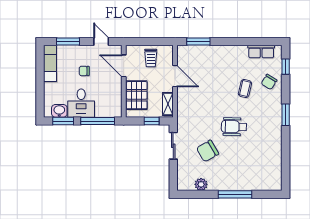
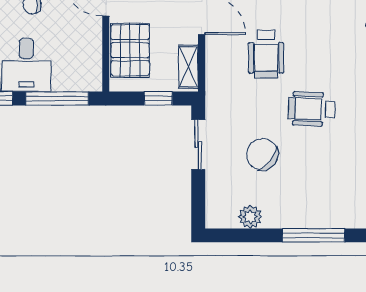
coffee table: (245, 89) -> (332, 38), removed
wheelchair: (210, 97) -> (266, 54), added
chair: (208, 151) -> (262, 154), turned 68

